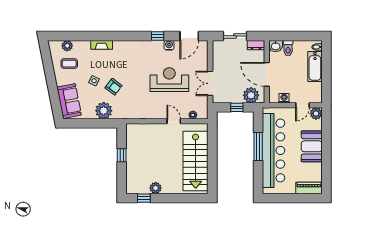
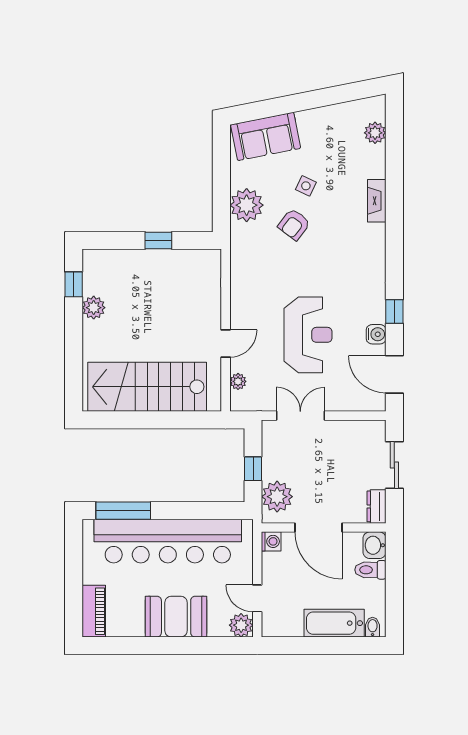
coffee table: (69, 64) -> (340, 137), removed
door: (267, 74) -> (318, 527), swing flipped
washing machine: (284, 98) -> (271, 541), moved
window: (258, 147) -> (123, 511), moved

